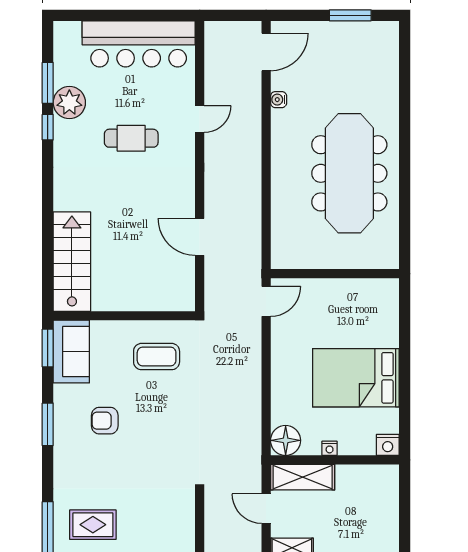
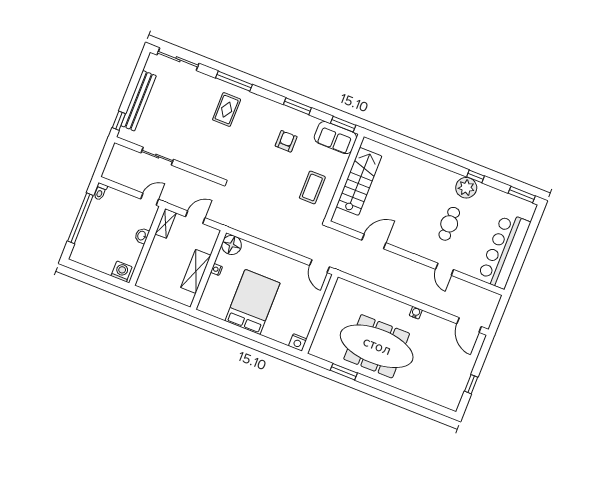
window: (350, 15) -> (471, 384), width x0.67
window: (48, 83) -> (522, 195), moved
water cooler: (279, 100) -> (416, 313), moved
plant: (69, 103) -> (466, 188), moved
window: (405, 206) -> (344, 372), added
stairs: (72, 262) -> (359, 181), moved, turned -90
nightstand: (388, 445) -> (298, 342), moved, turned -90
shelving: (303, 477) -> (196, 271), moved

